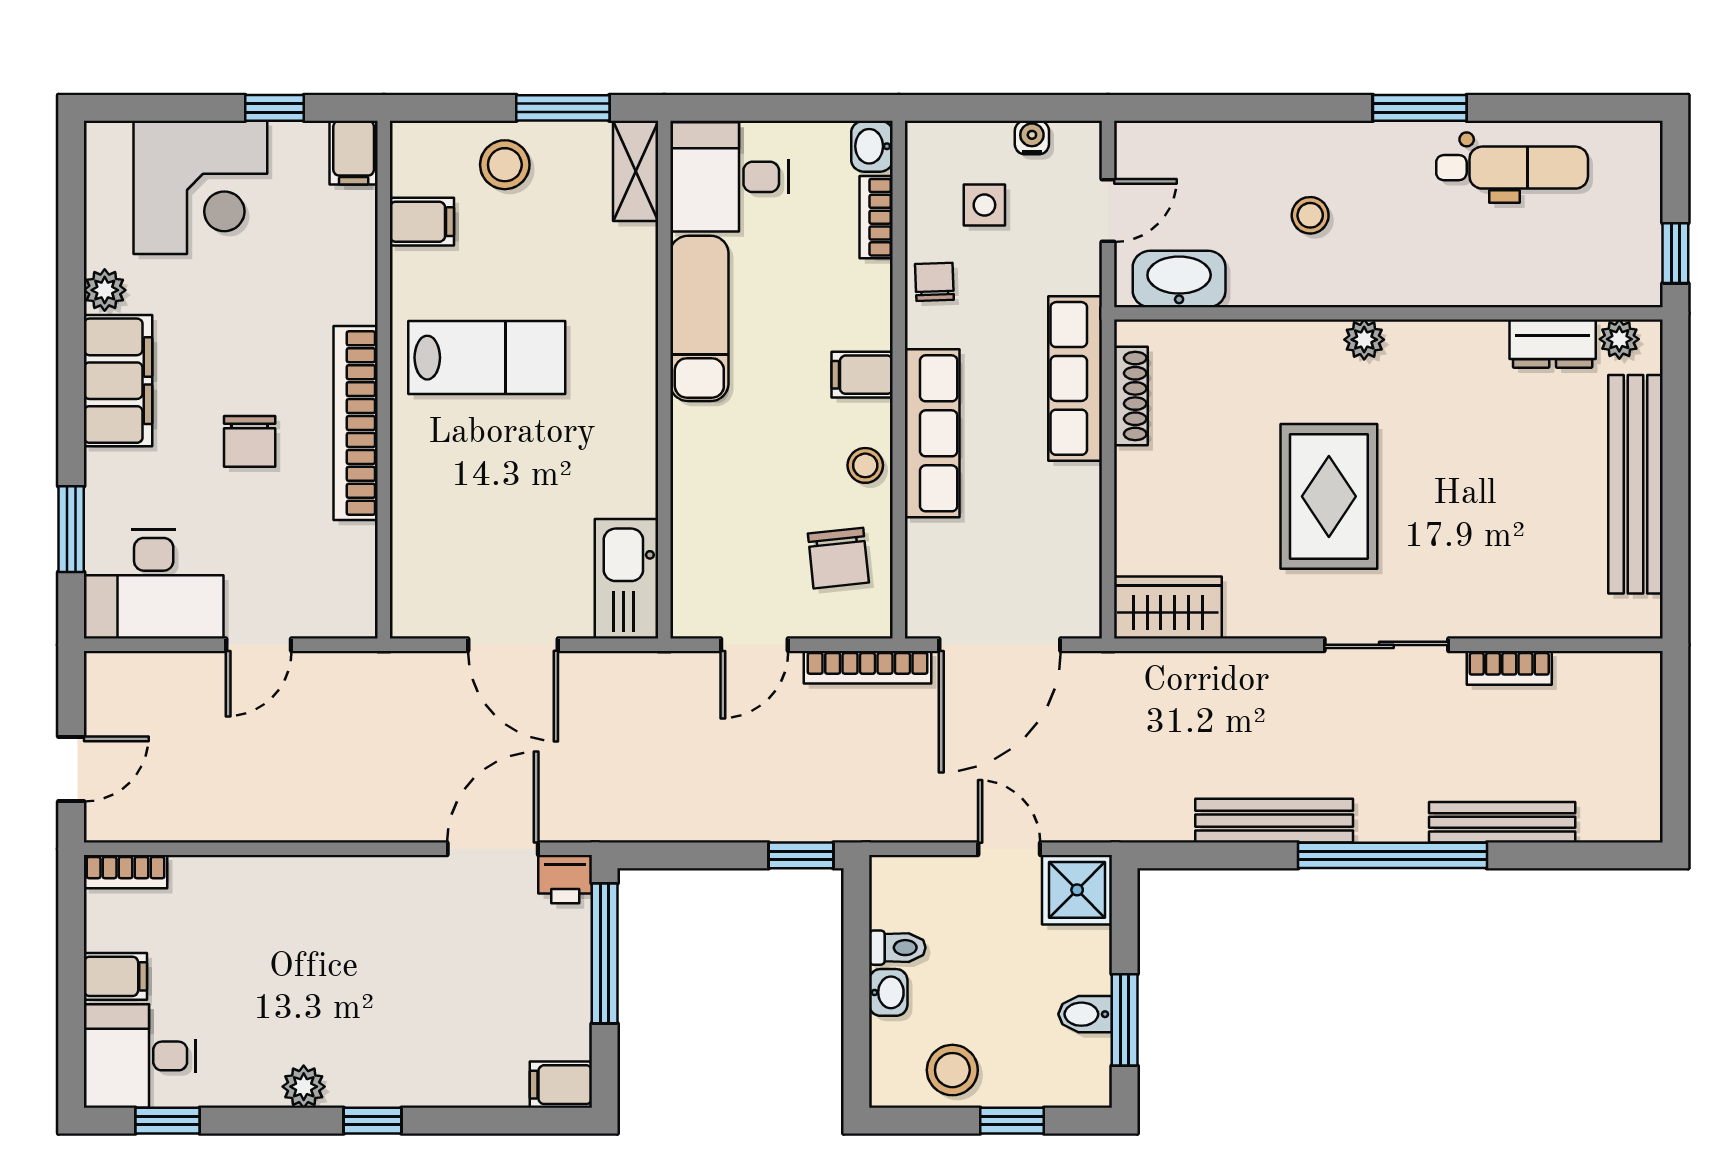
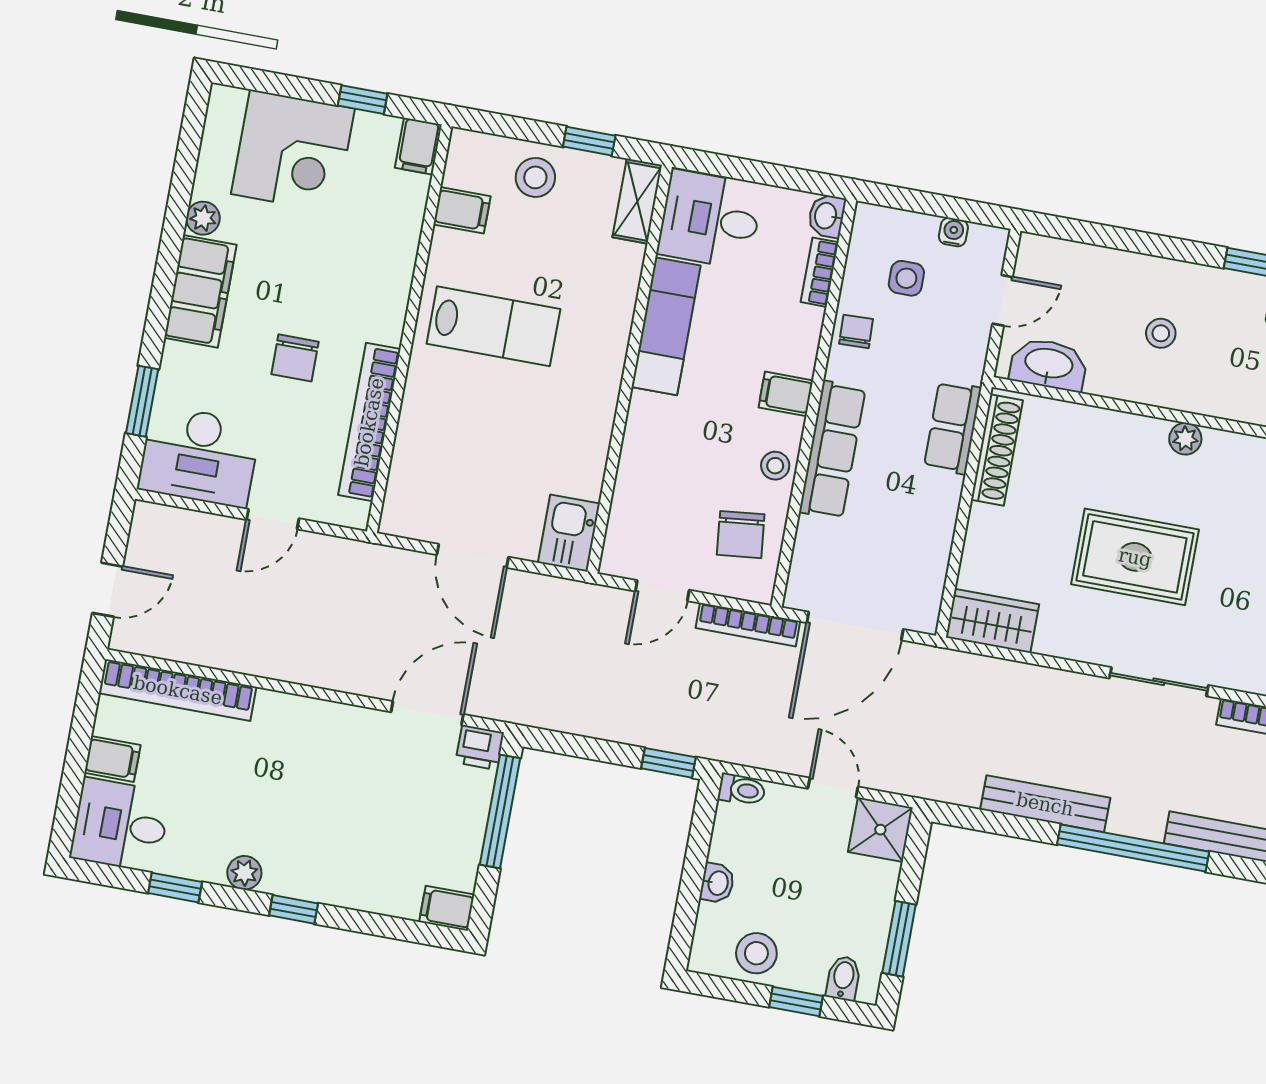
window: (563, 108) -> (589, 141), width x0.67
row of seats: (1075, 378) -> (953, 428), width x0.68
shoe rack: (1131, 396) -> (997, 450), width x1.36, depth x1.24
bookcase: (356, 423) -> (369, 422), moved
rug: (1329, 496) -> (1135, 557), turned 90
kitchen sink: (627, 579) -> (569, 533), width x0.73
bookcase: (126, 872) -> (178, 690), width x2.31, depth x1.31
toilet: (897, 948) -> (742, 790), moved
bidet: (1085, 1014) -> (843, 978), moved, turned 90
window: (167, 1121) -> (175, 888), moved

